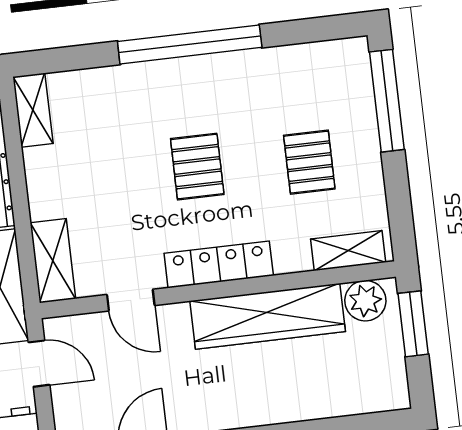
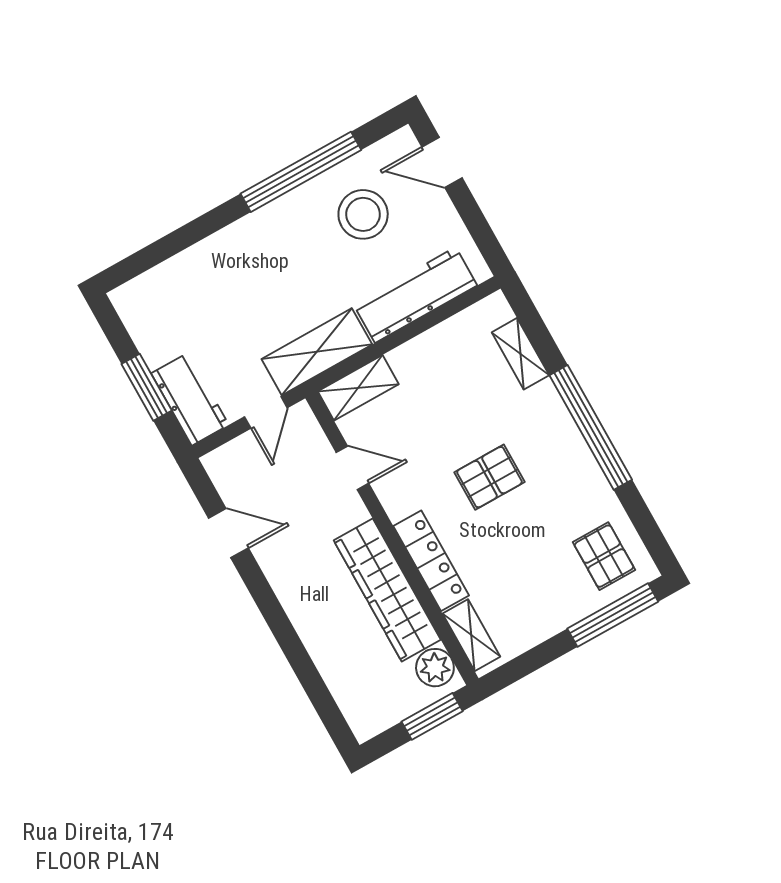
shelving: (33, 110) -> (520, 354), moved, turned 90
pallet: (309, 162) -> (604, 556), moved, turned 90
locker: (219, 264) -> (431, 561), moved
door: (131, 300) -> (352, 468), swing flipped

